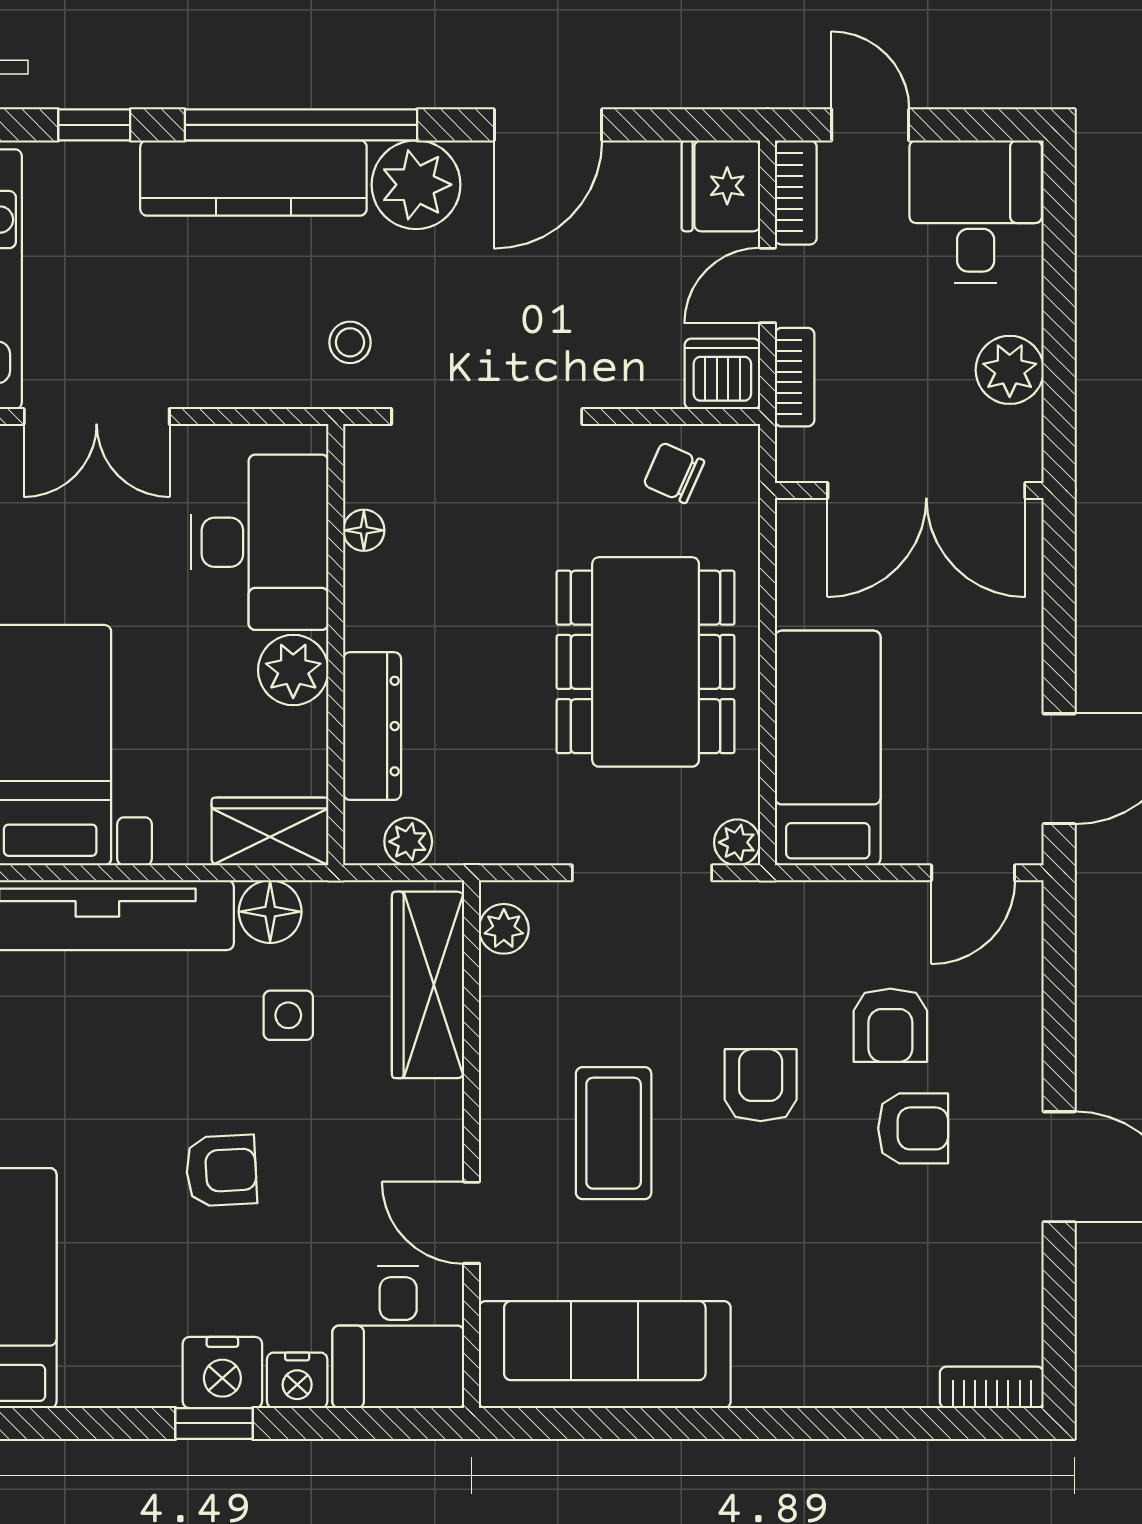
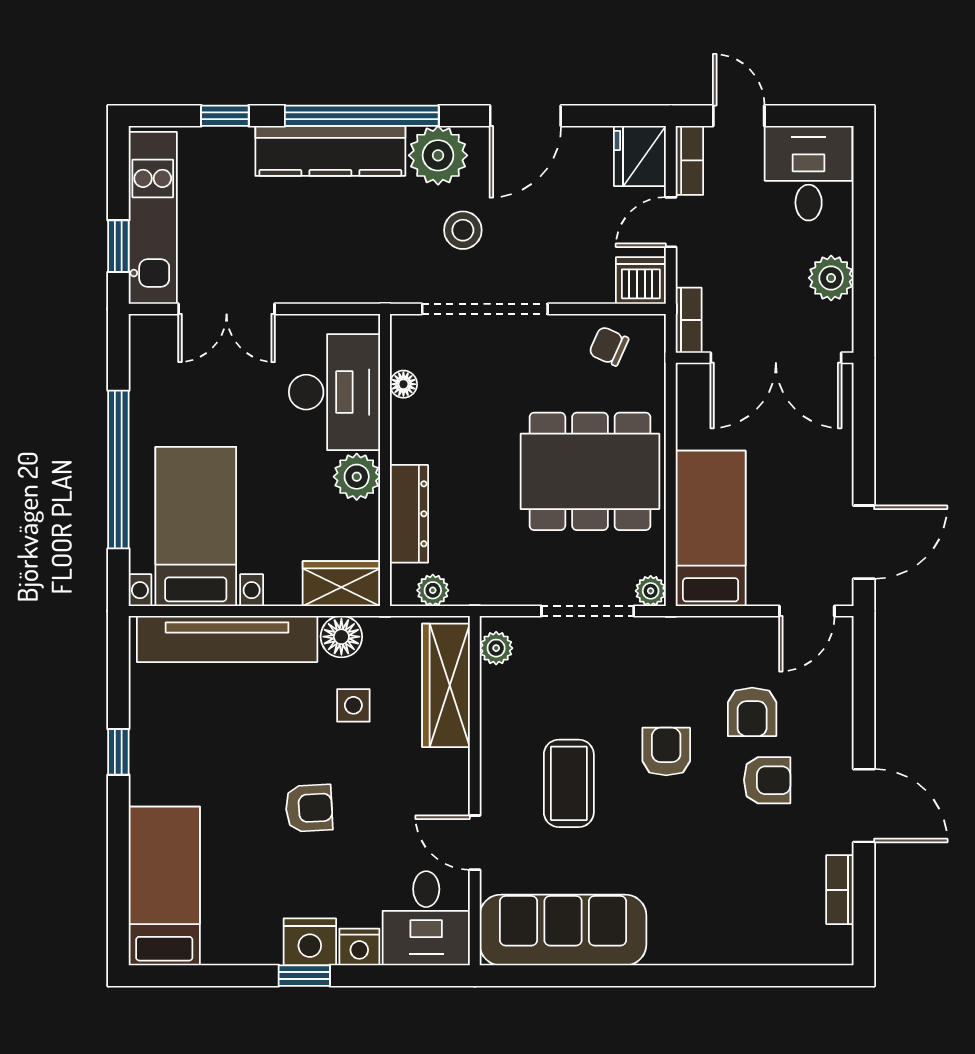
stool: (350, 342) -> (463, 230), moved, width x1.37, depth x1.37
bookcase: (795, 377) -> (689, 320), moved
dining table: (646, 662) -> (590, 471), turned 90
bookcase: (992, 1387) -> (840, 890), moved, turned -90

